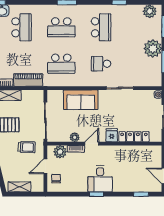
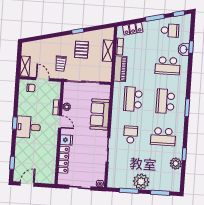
plant: (150, 11) -> (176, 164), moved
plant: (60, 152) -> (55, 93), removed
shelving: (19, 187) -> (25, 66), moved

